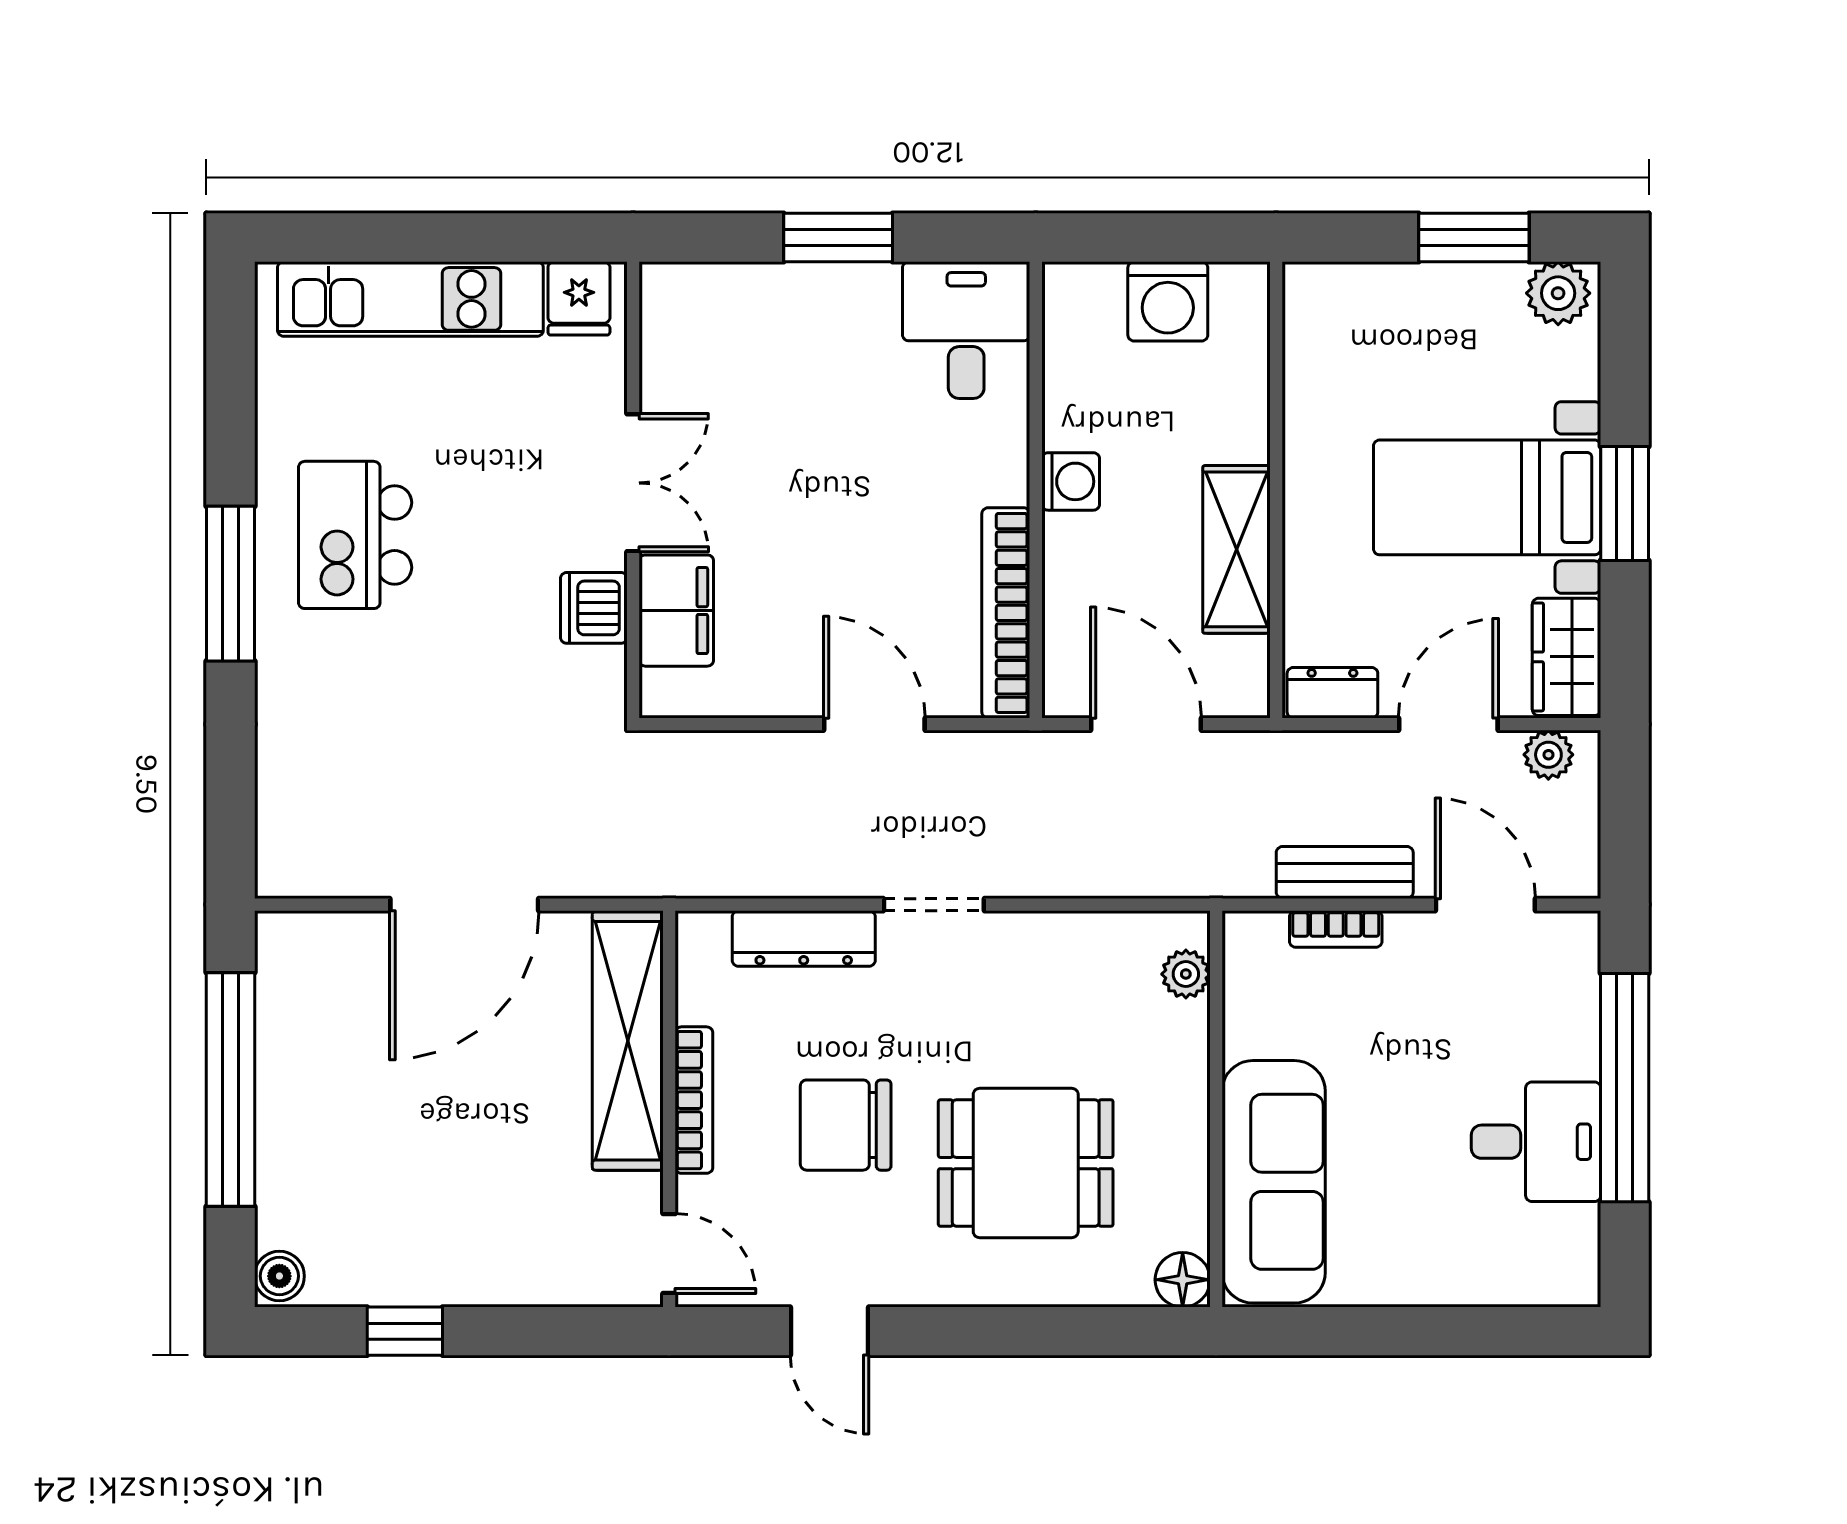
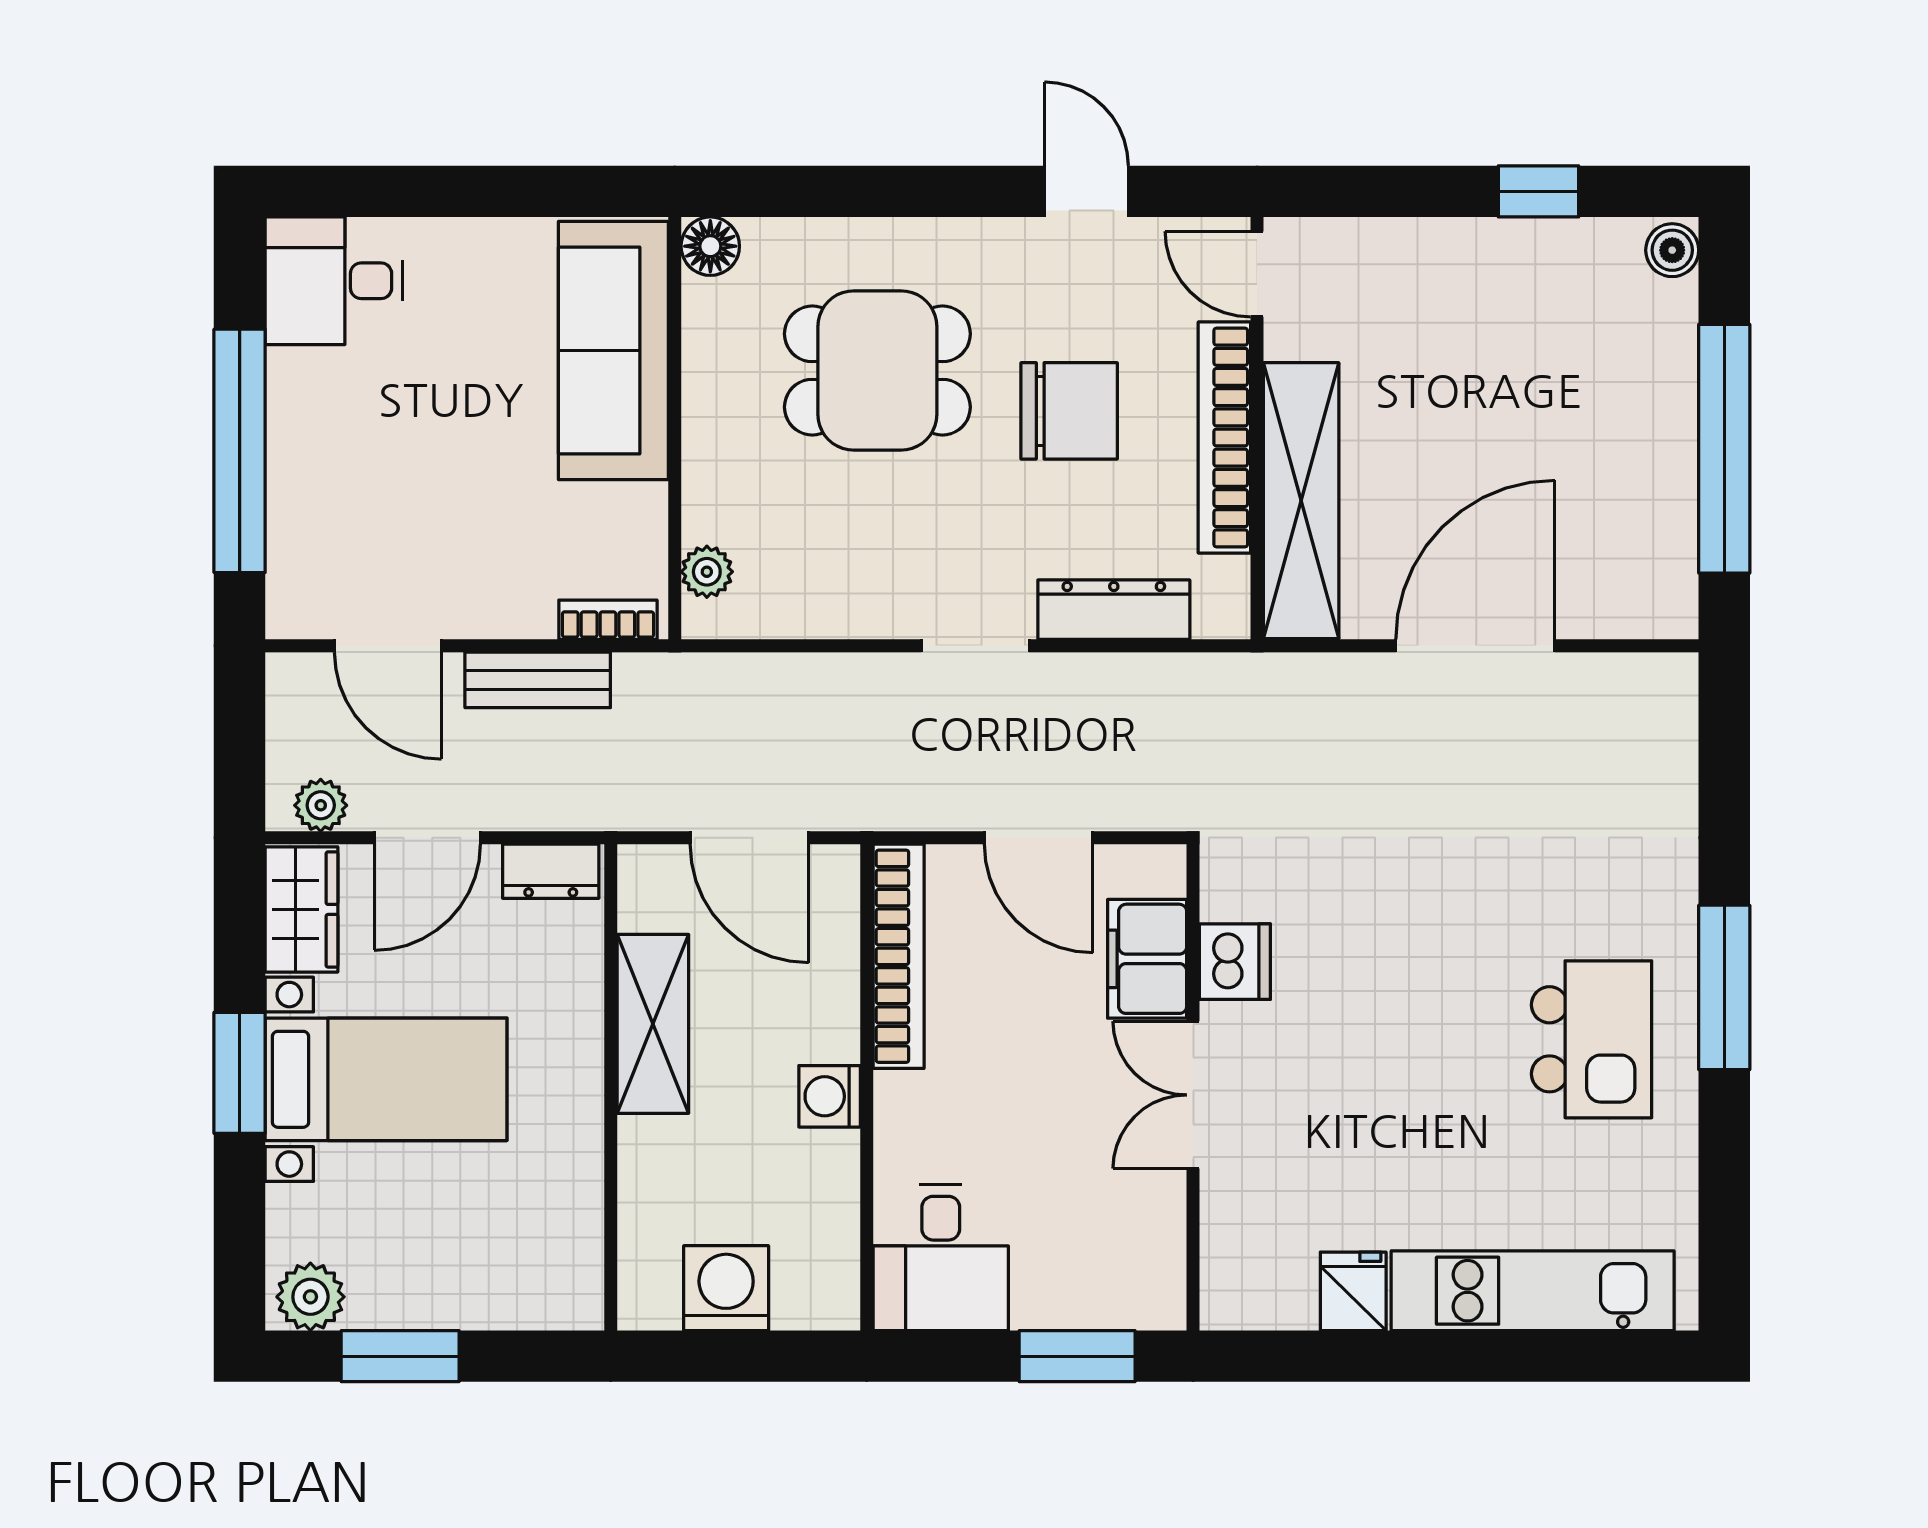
double door: (633, 483) -> (1193, 1095), moved
wall: (633, 490) -> (1193, 1087), moved
dishwasher: (594, 608) -> (1235, 962), moved
filing cabinet: (676, 611) -> (1147, 959), moved
bookcase: (1336, 929) -> (608, 620), moved
bookcase: (694, 1100) -> (1224, 438), width x1.48, depth x1.31
desk: (1536, 1142) -> (334, 281), moved

